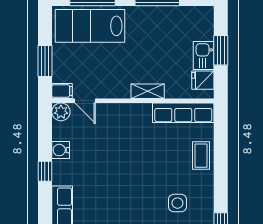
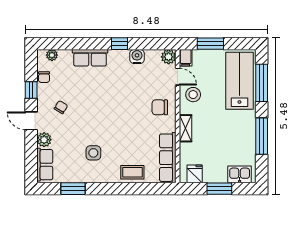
kitchen sink: (204, 55) -> (240, 174), moved
stool: (107, 82) -> (193, 95), added
door: (85, 101) -> (178, 77), swing flipped
chair: (122, 123) -> (160, 107), added

